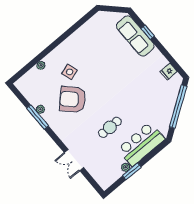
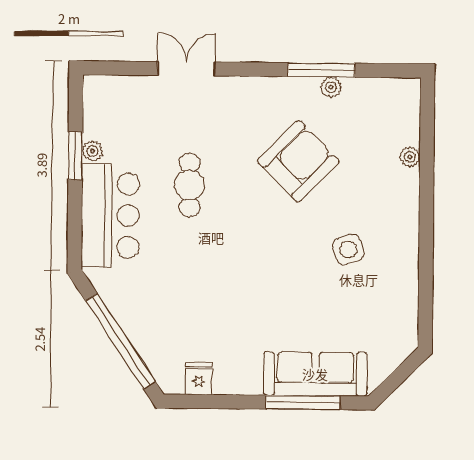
window: (148, 32) -> (303, 402), width x2.17
side table: (70, 72) -> (348, 250), moved

